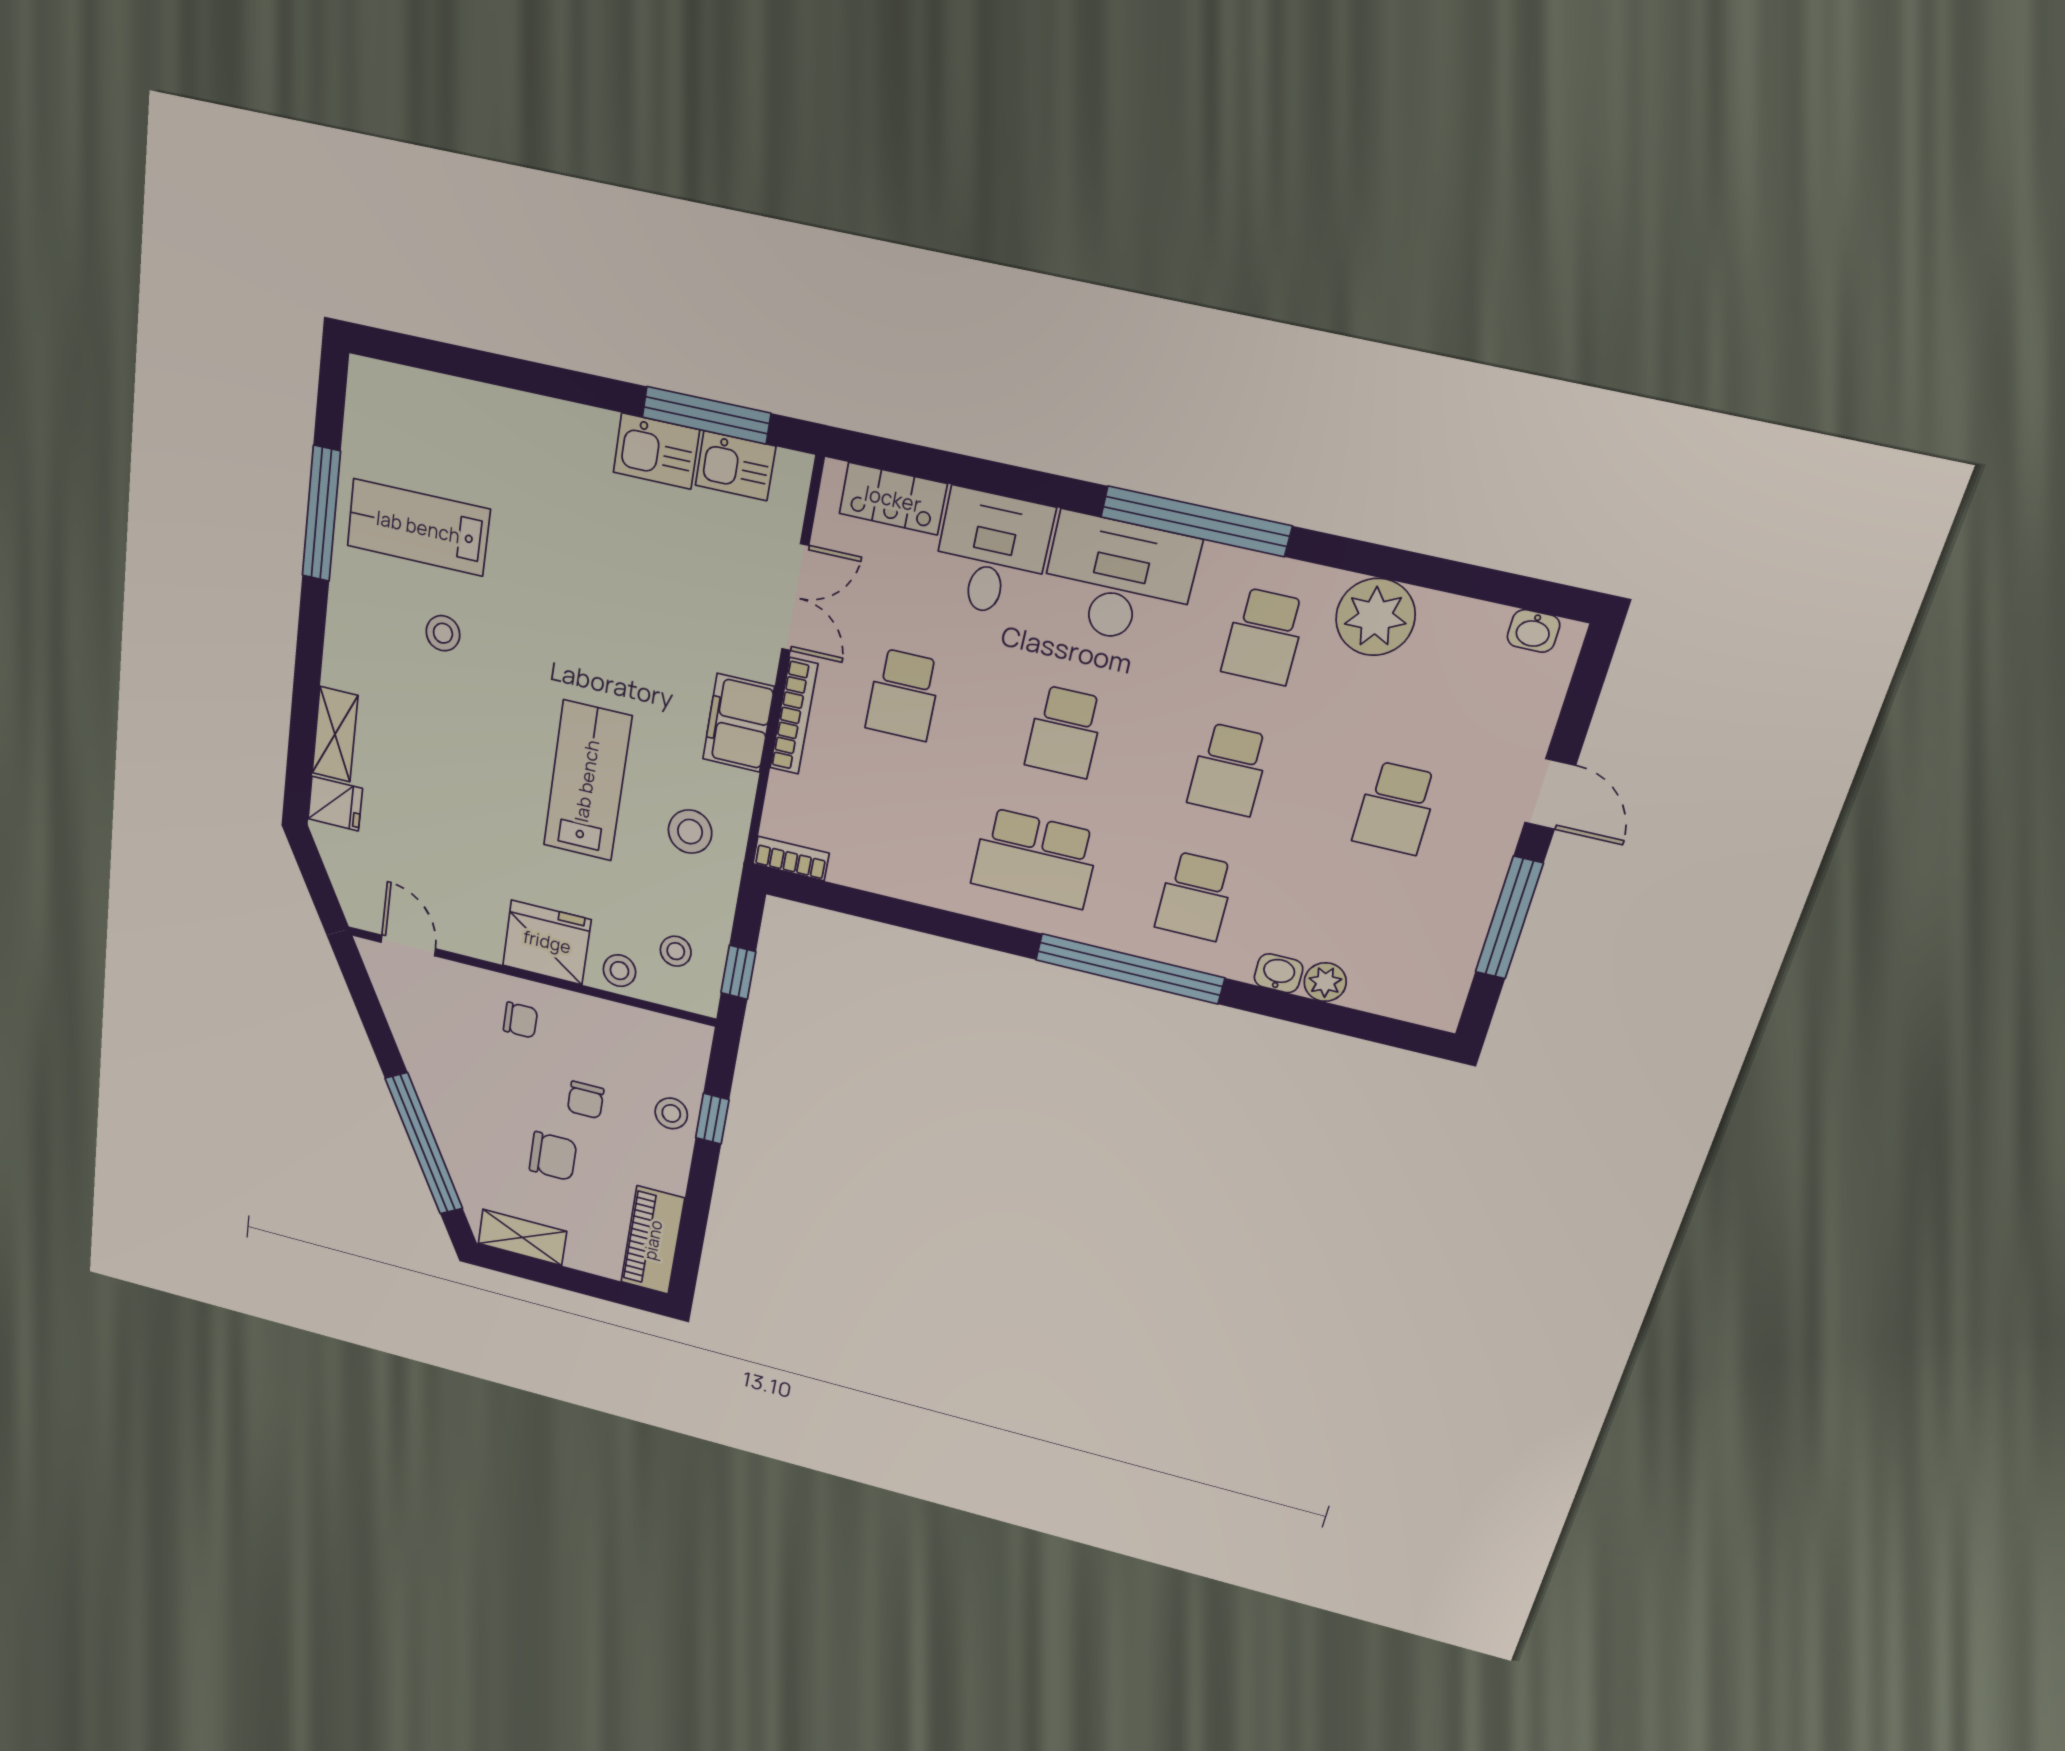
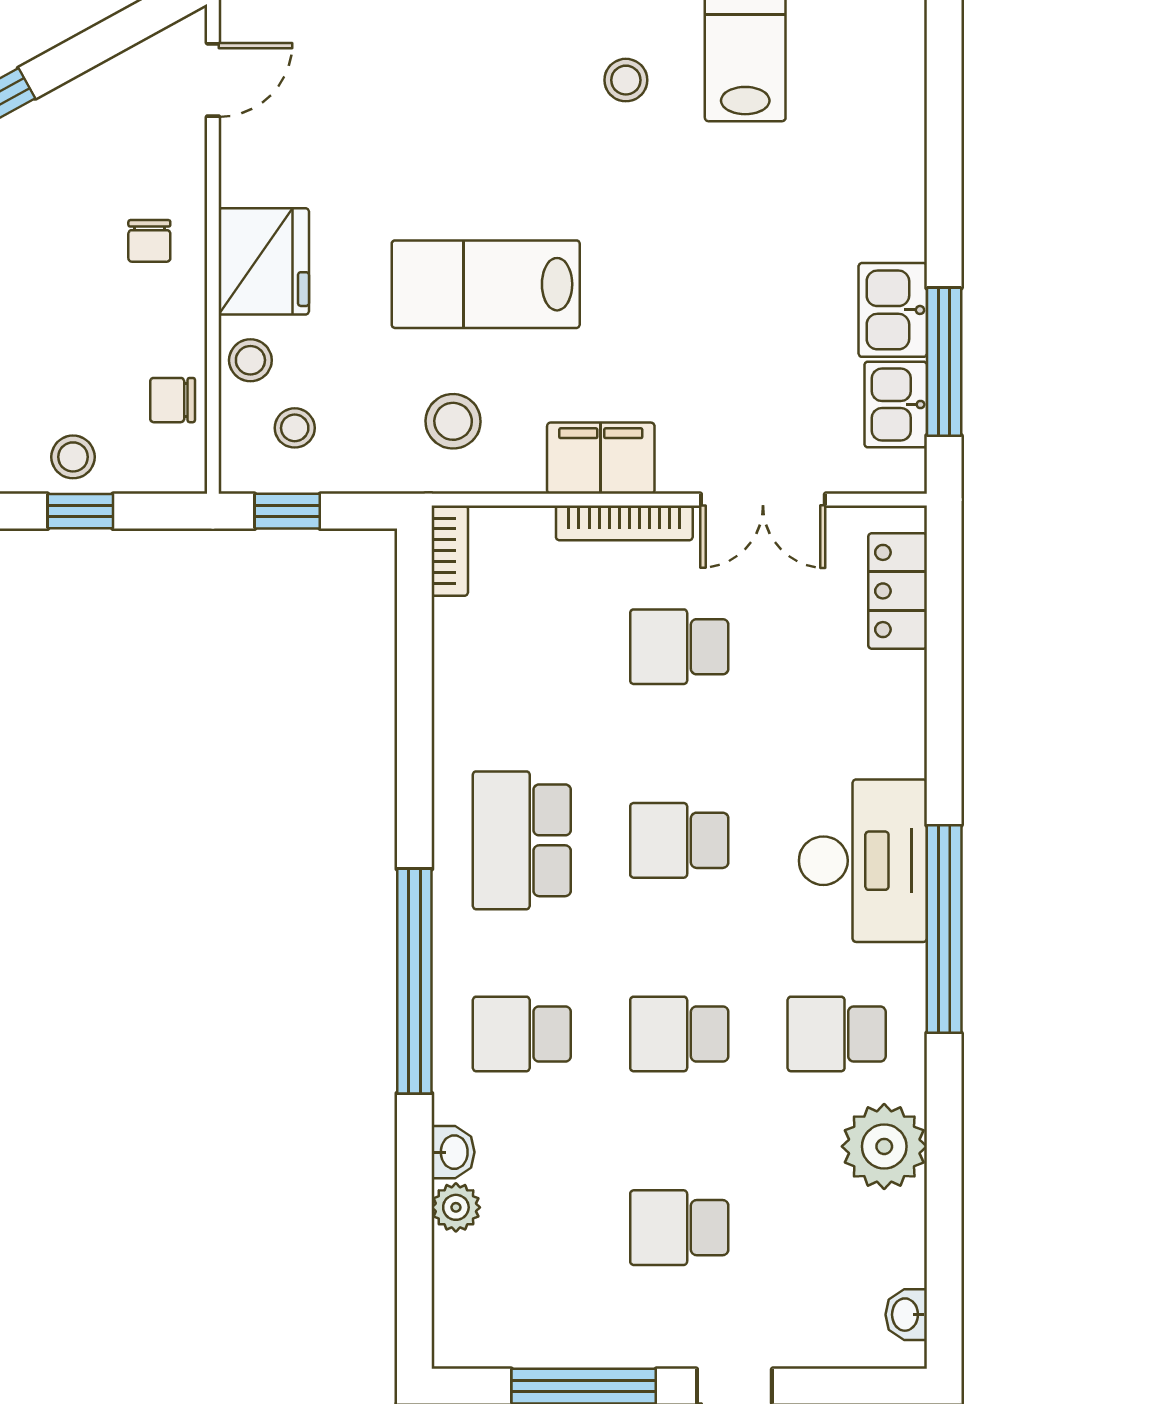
desk: (992, 554) -> (861, 714), removed
lab bench: (587, 781) -> (486, 284), turned 180
chair: (586, 1100) -> (173, 400), moved

